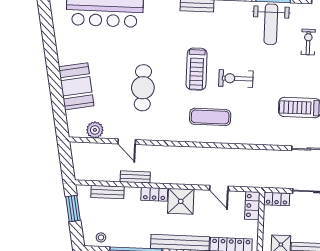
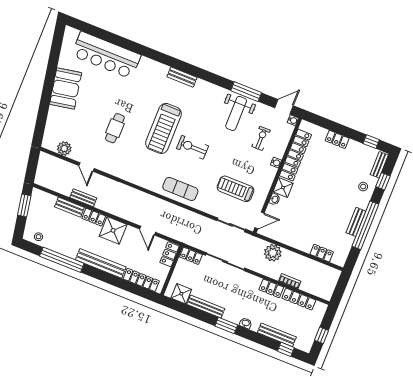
treadmill: (197, 69) -> (163, 128), width x1.37, depth x1.38
booth: (76, 86) -> (66, 88), moved
cafe table: (143, 88) -> (115, 128), width x0.73, depth x0.74
exercise mat: (210, 117) -> (180, 189), moved
bench: (108, 192) -> (69, 207), moved

